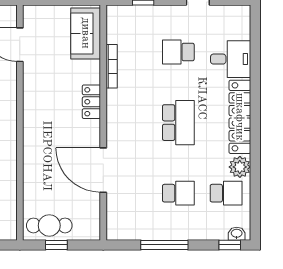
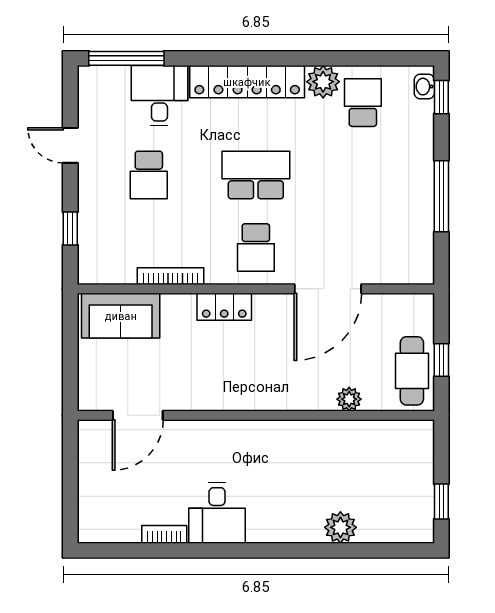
window: (255, 37) -> (126, 58), added
plant: (31, 184) -> (349, 399), added
school desk: (178, 193) -> (256, 247), moved, turned 180

